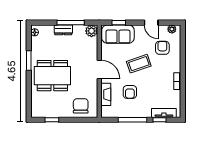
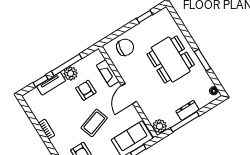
door: (99, 70) -> (129, 94), hinge flipped
dining table: (52, 76) -> (171, 60), turned 90
chair: (81, 106) -> (125, 47), turned -83
plant: (134, 112) -> (71, 73), added
tv unit: (164, 113) -> (51, 84), moved

